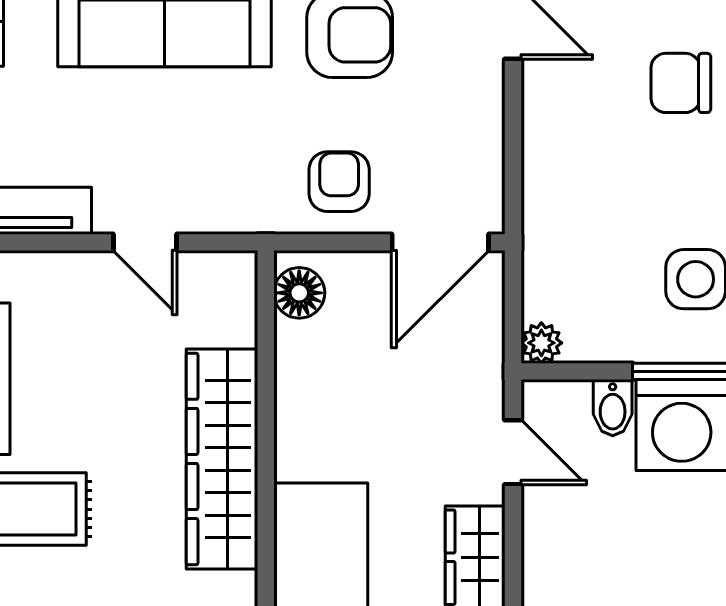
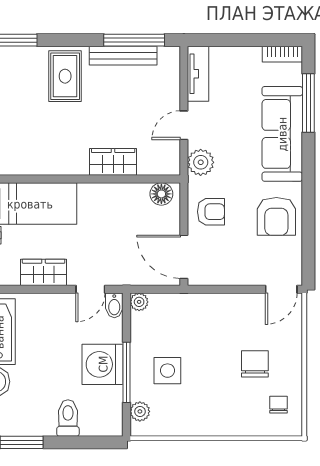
plant: (228, 205) -> (201, 162), added
bidet: (613, 408) -> (114, 305), moved, turned -90
wardrobe: (222, 459) -> (113, 162), width x0.48, depth x0.85

